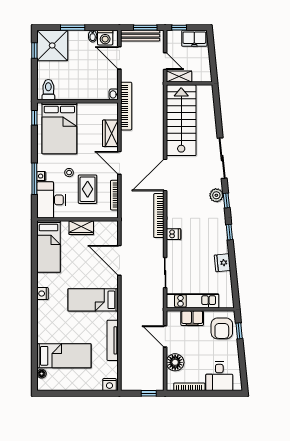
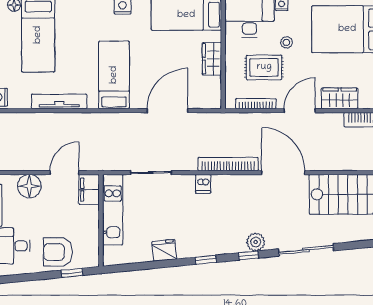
filing cabinet: (192, 318) -> (89, 190), moved
armchair: (222, 328) -> (58, 252), moved

